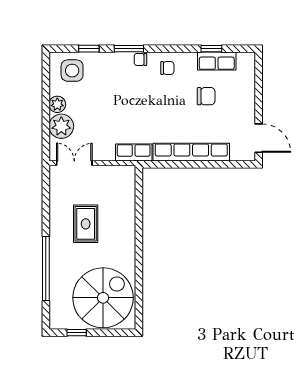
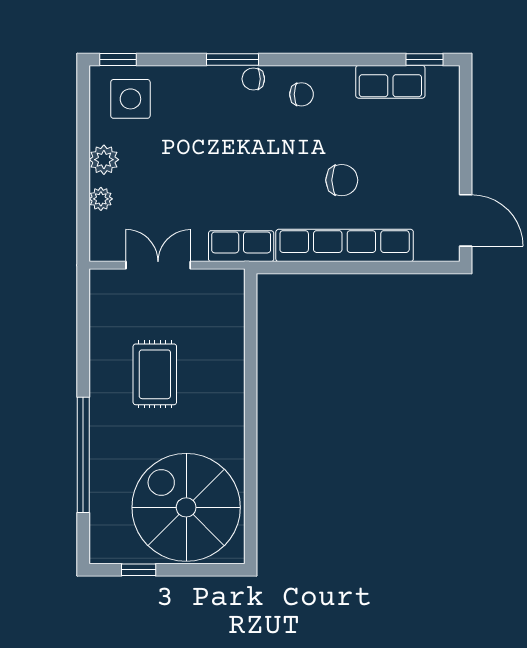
window: (89, 49) -> (118, 59), moved
window: (211, 49) -> (425, 59), moved
chair: (206, 96) -> (342, 180), moved
plant: (61, 126) -> (101, 199), width x0.53, depth x0.53
double door: (74, 163) -> (158, 265), moved
spiral stairs: (103, 298) -> (186, 507), turned -90

